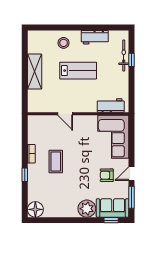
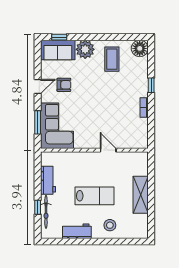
lab bench: (78, 71) -> (94, 196), turned 180
workbench: (111, 105) -> (48, 180), moved, turned -90
coffee table: (56, 162) -> (112, 59), moved
window: (132, 197) -> (38, 122), moved

